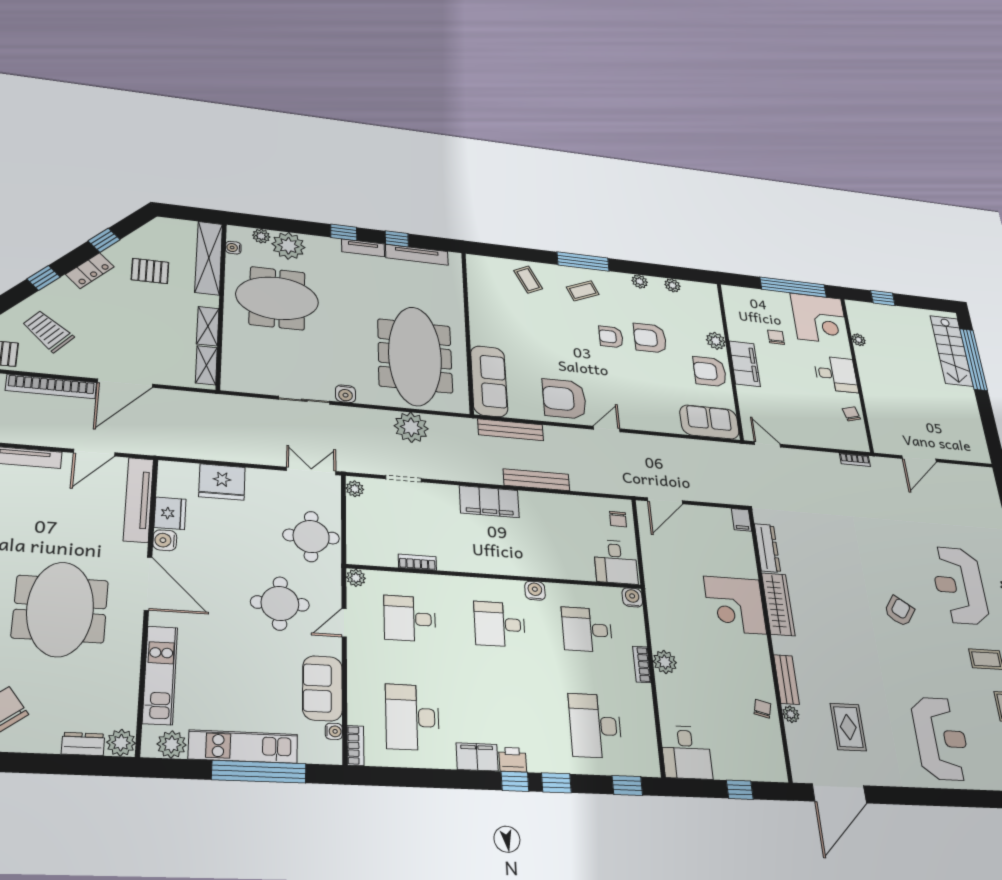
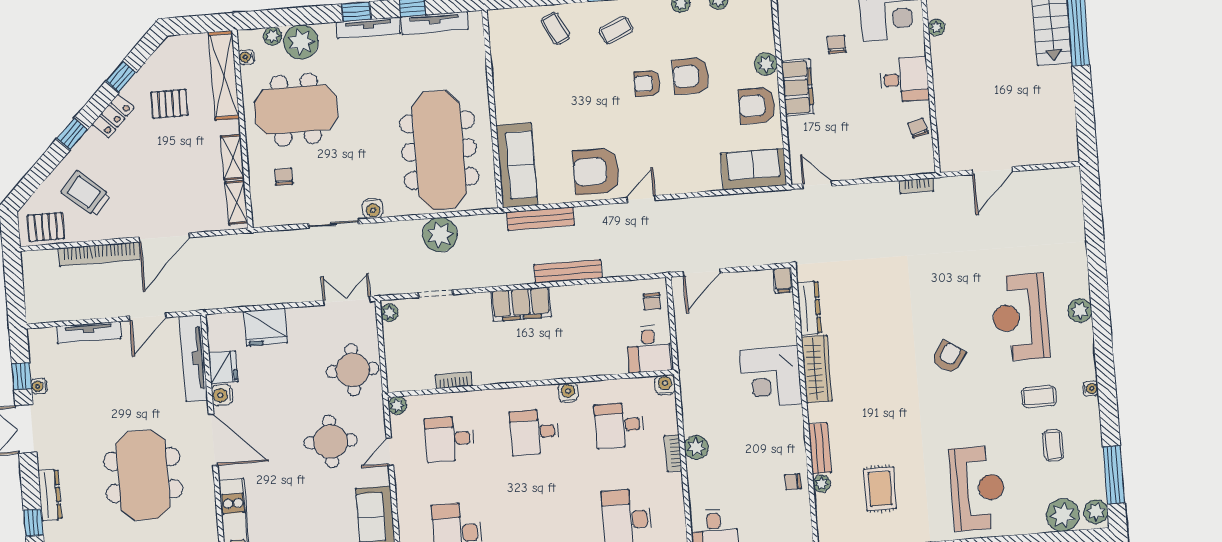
tv unit: (363, 248) -> (368, 28), width x1.41
chair: (258, 352) -> (284, 177), added
chair: (762, 709) -> (793, 482), turned -104

